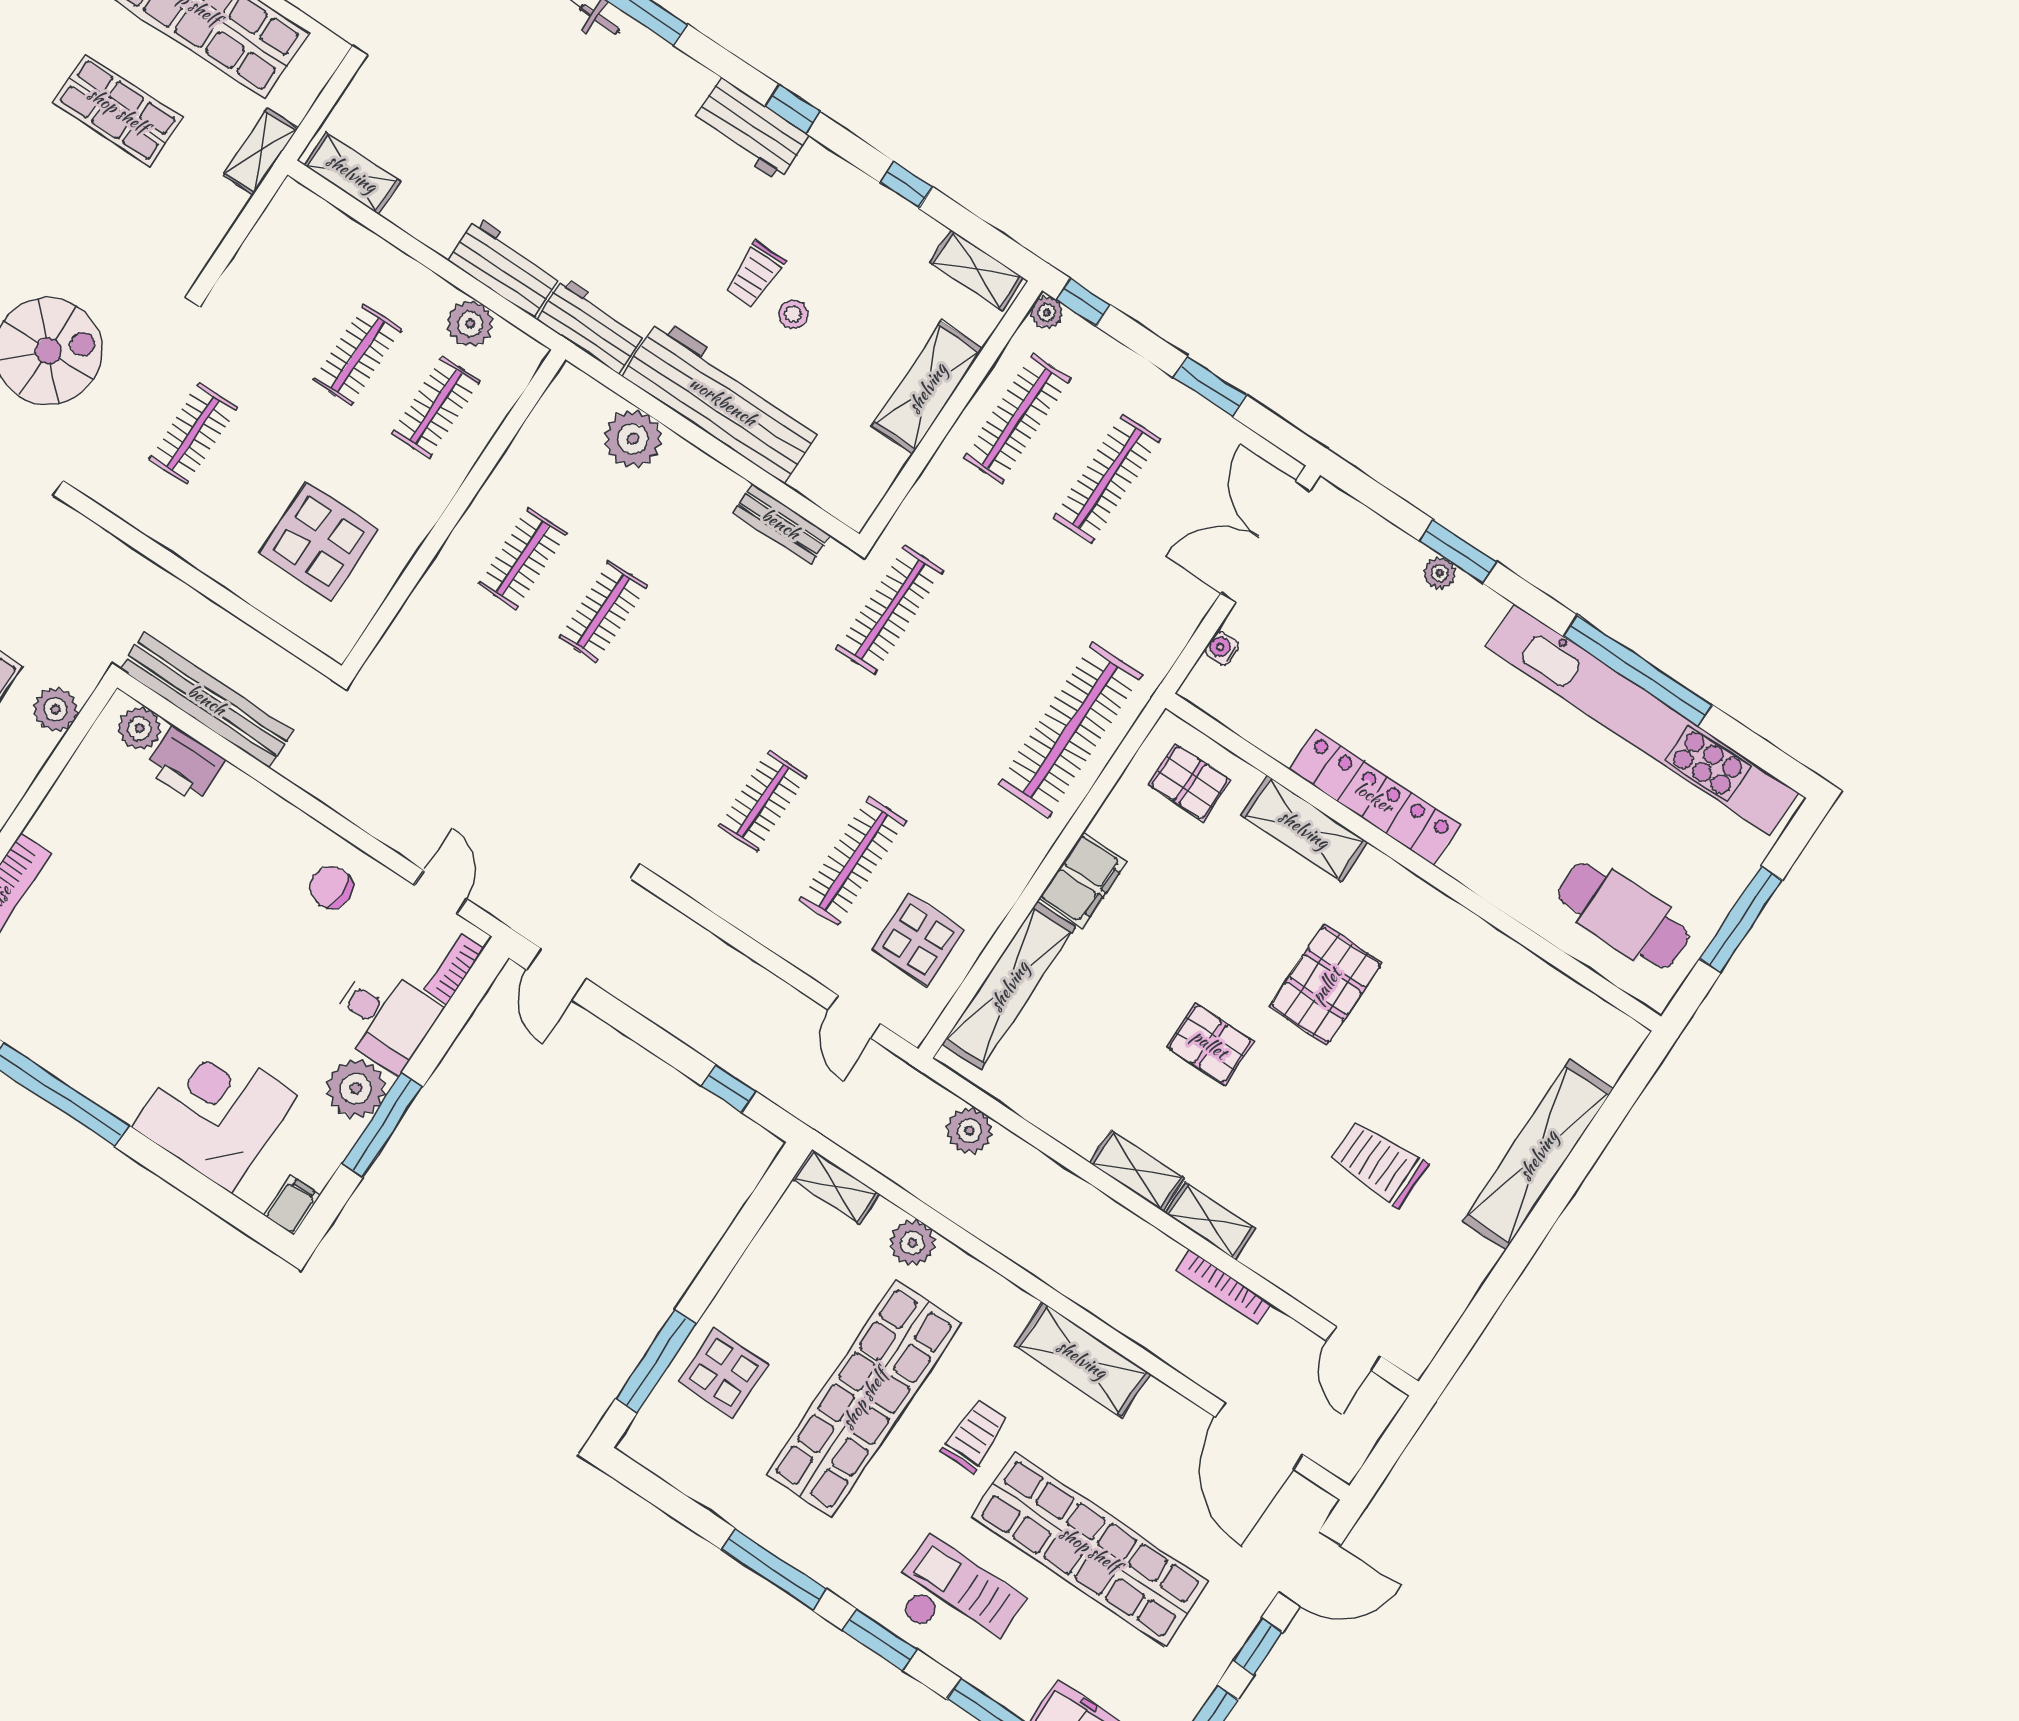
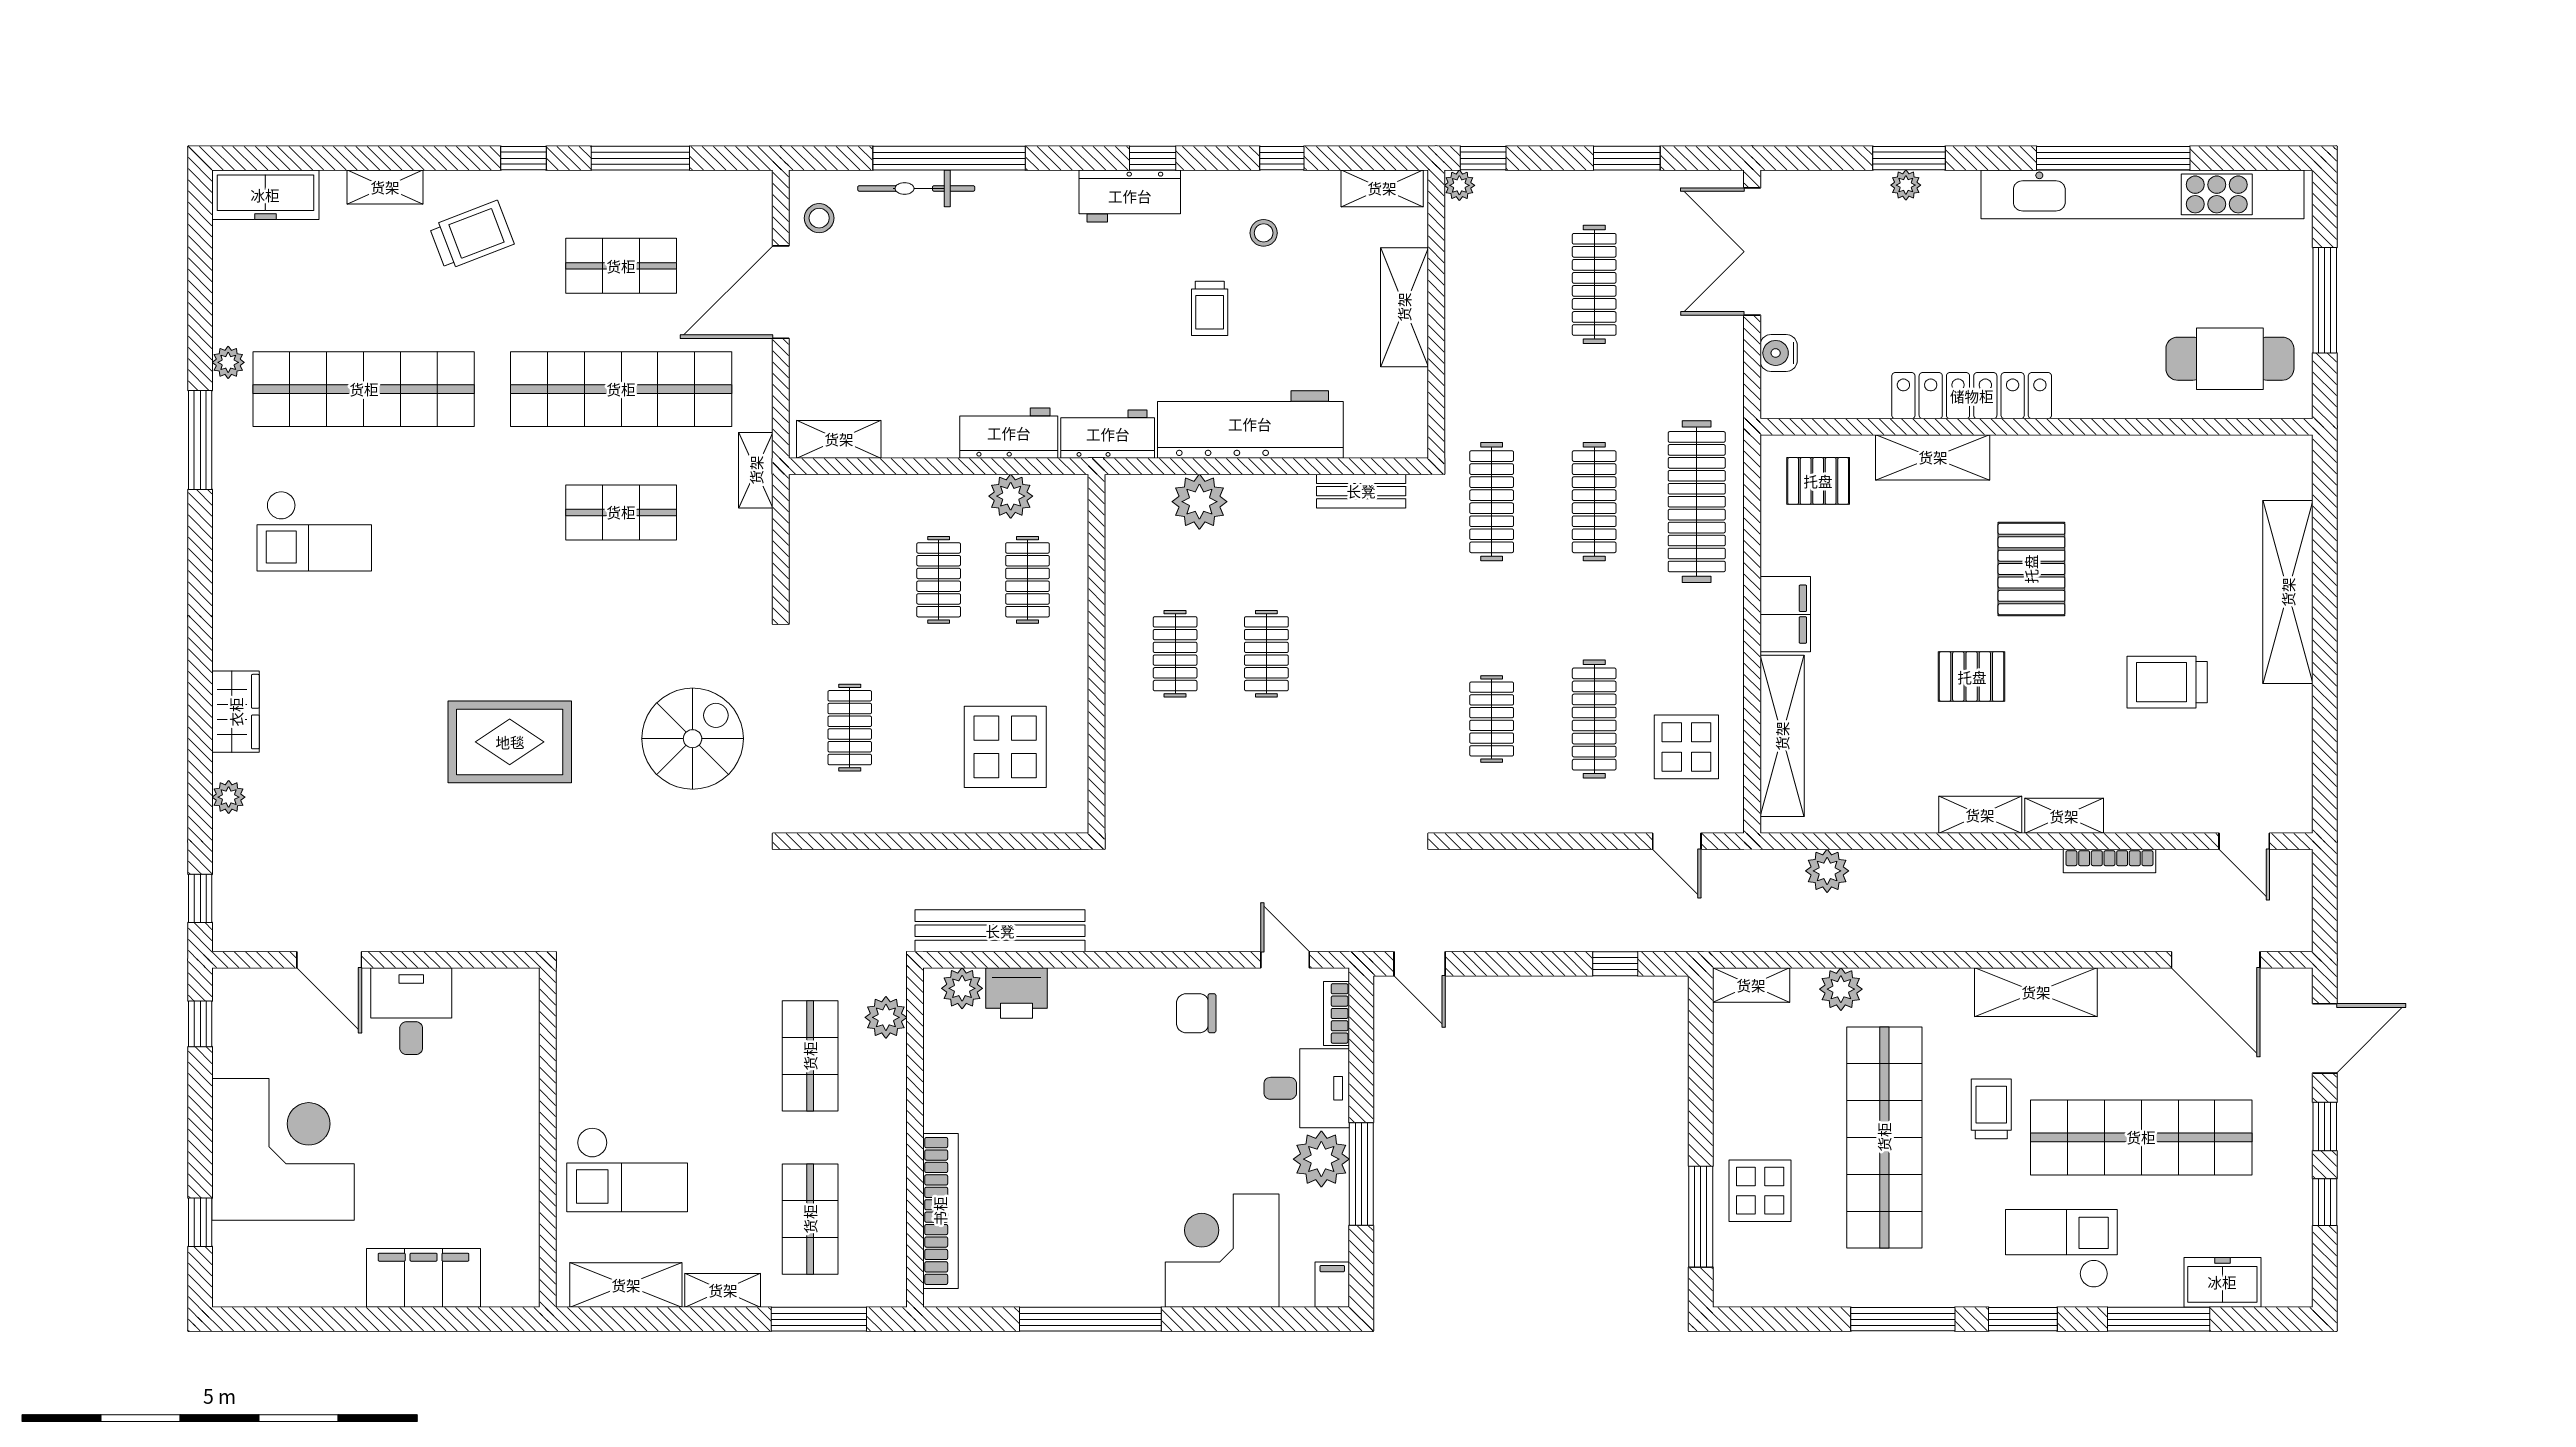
stool: (793, 314) -> (1264, 233), moved
clothes rail: (1017, 418) -> (1594, 502), moved
water cooler: (1222, 648) -> (1779, 353), width x1.38, depth x1.38

